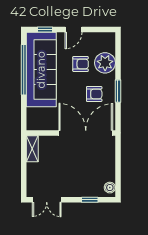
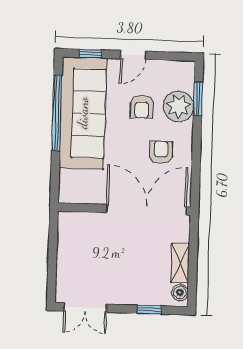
armchair: (81, 64) -> (142, 107), turned 90
window: (118, 91) -> (198, 99), moved
armchair: (94, 94) -> (161, 152), turned -90
shelving: (32, 149) -> (180, 263), moved

